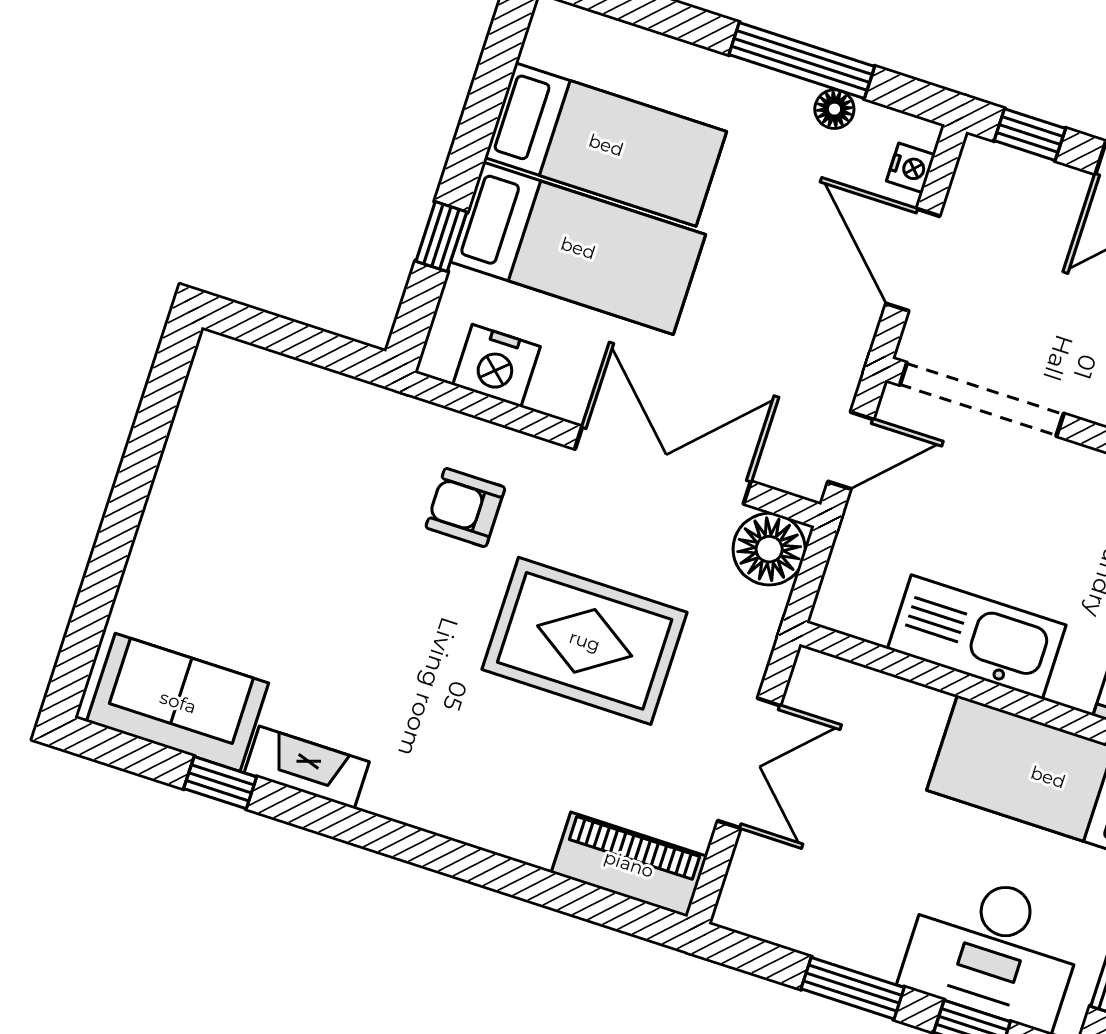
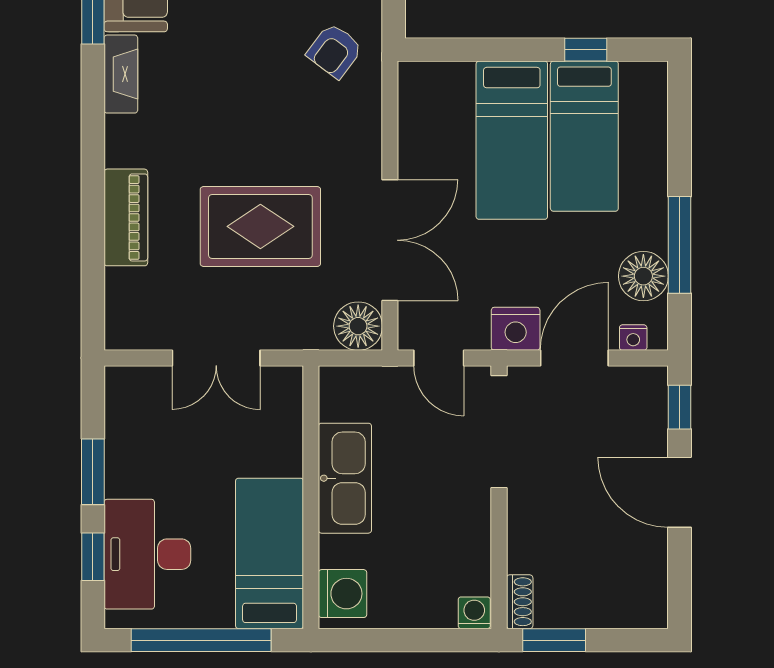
floor lamp: (834, 109) -> (643, 276), width x1.89, depth x1.89
window: (441, 237) -> (586, 50), moved
nightstand: (497, 366) -> (516, 329), moved, turned -90
armchair: (465, 508) -> (335, 51), moved, turned -143
rug: (585, 641) -> (260, 226), turned 90
piano: (629, 864) -> (126, 217), moved

